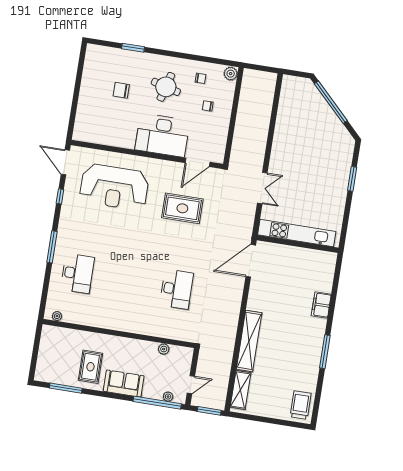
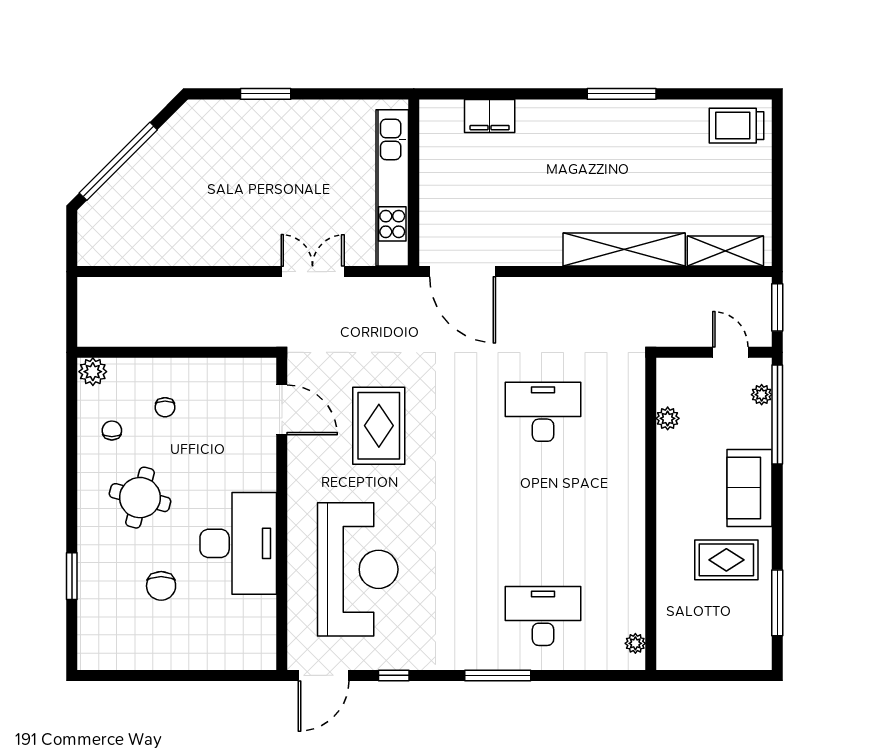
desk: (162, 135) -> (238, 543), moved
filing cabinet: (321, 305) -> (490, 116), moved

